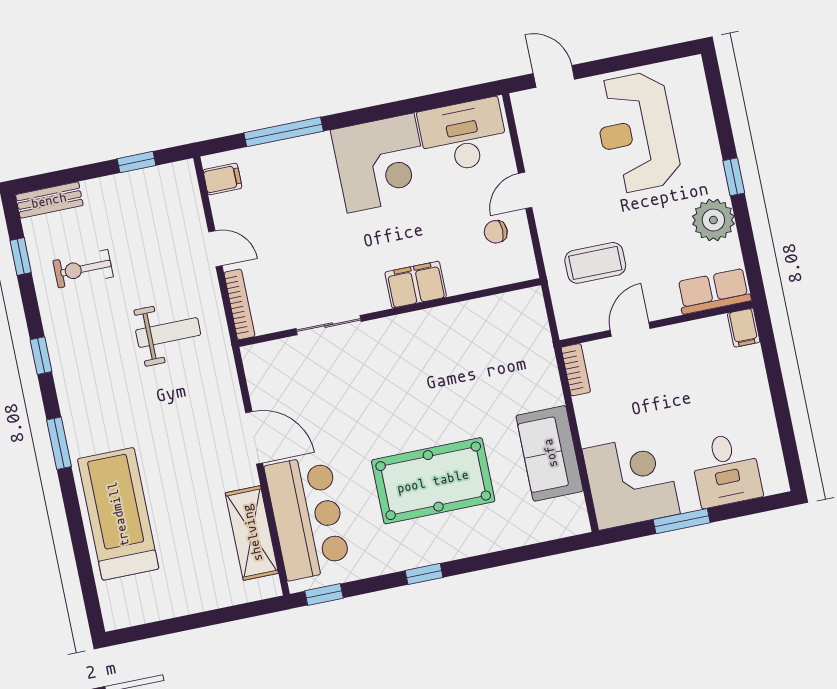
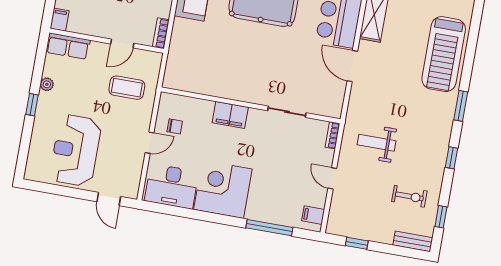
reception desk: (637, 132) -> (76, 150), turned 180
plant: (713, 220) -> (47, 84), width x0.53, depth x0.53
bookcase: (239, 304) -> (333, 135), width x0.64

